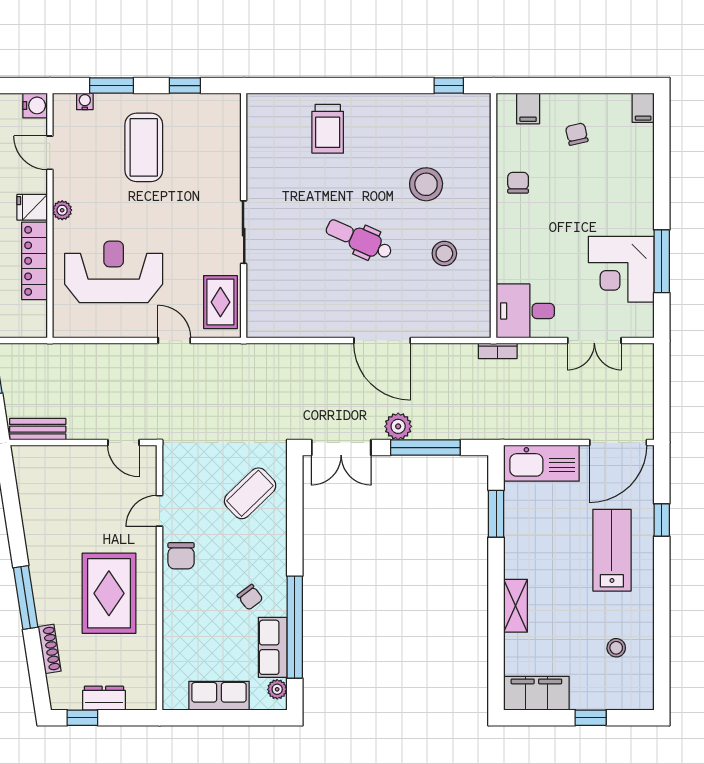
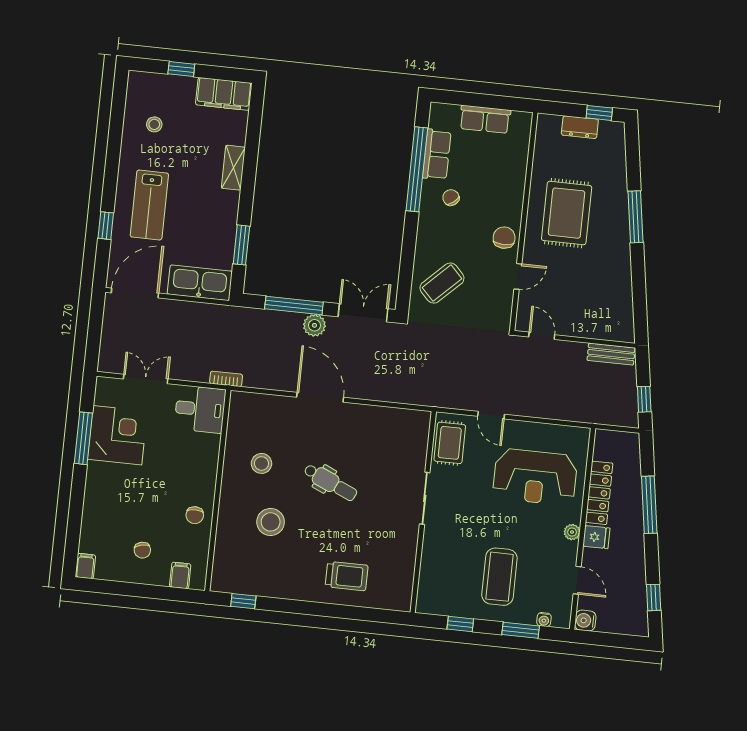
trolley: (328, 129) -> (347, 576), turned 90
shoe rack: (49, 649) -> (620, 172), removed
plant: (277, 689) -> (437, 120), removed

